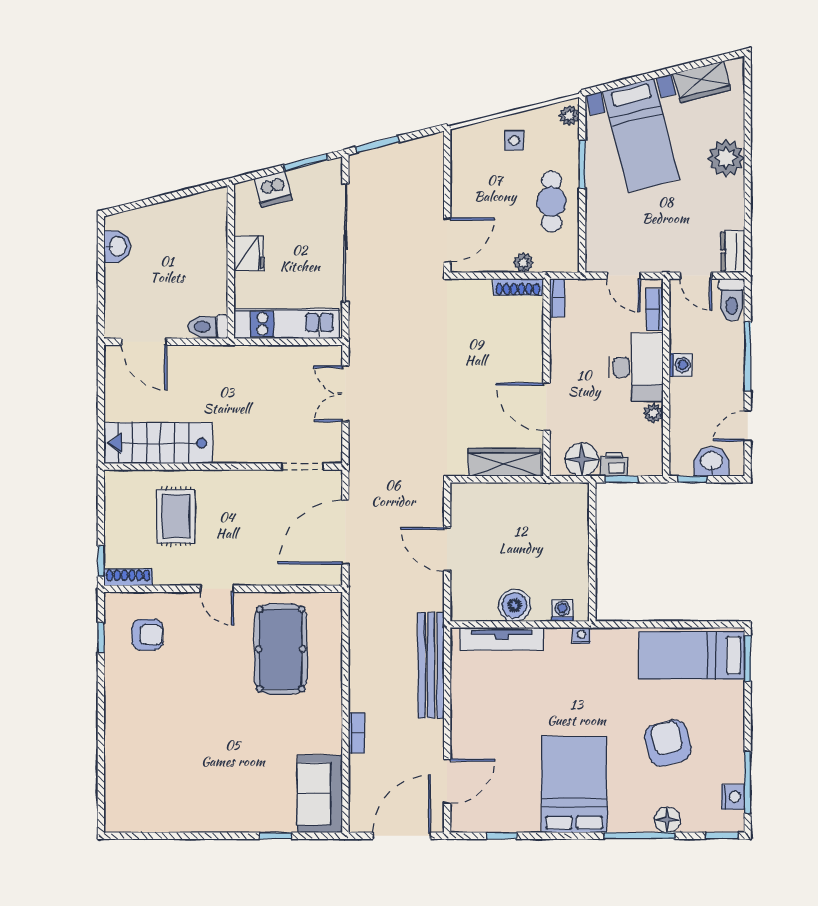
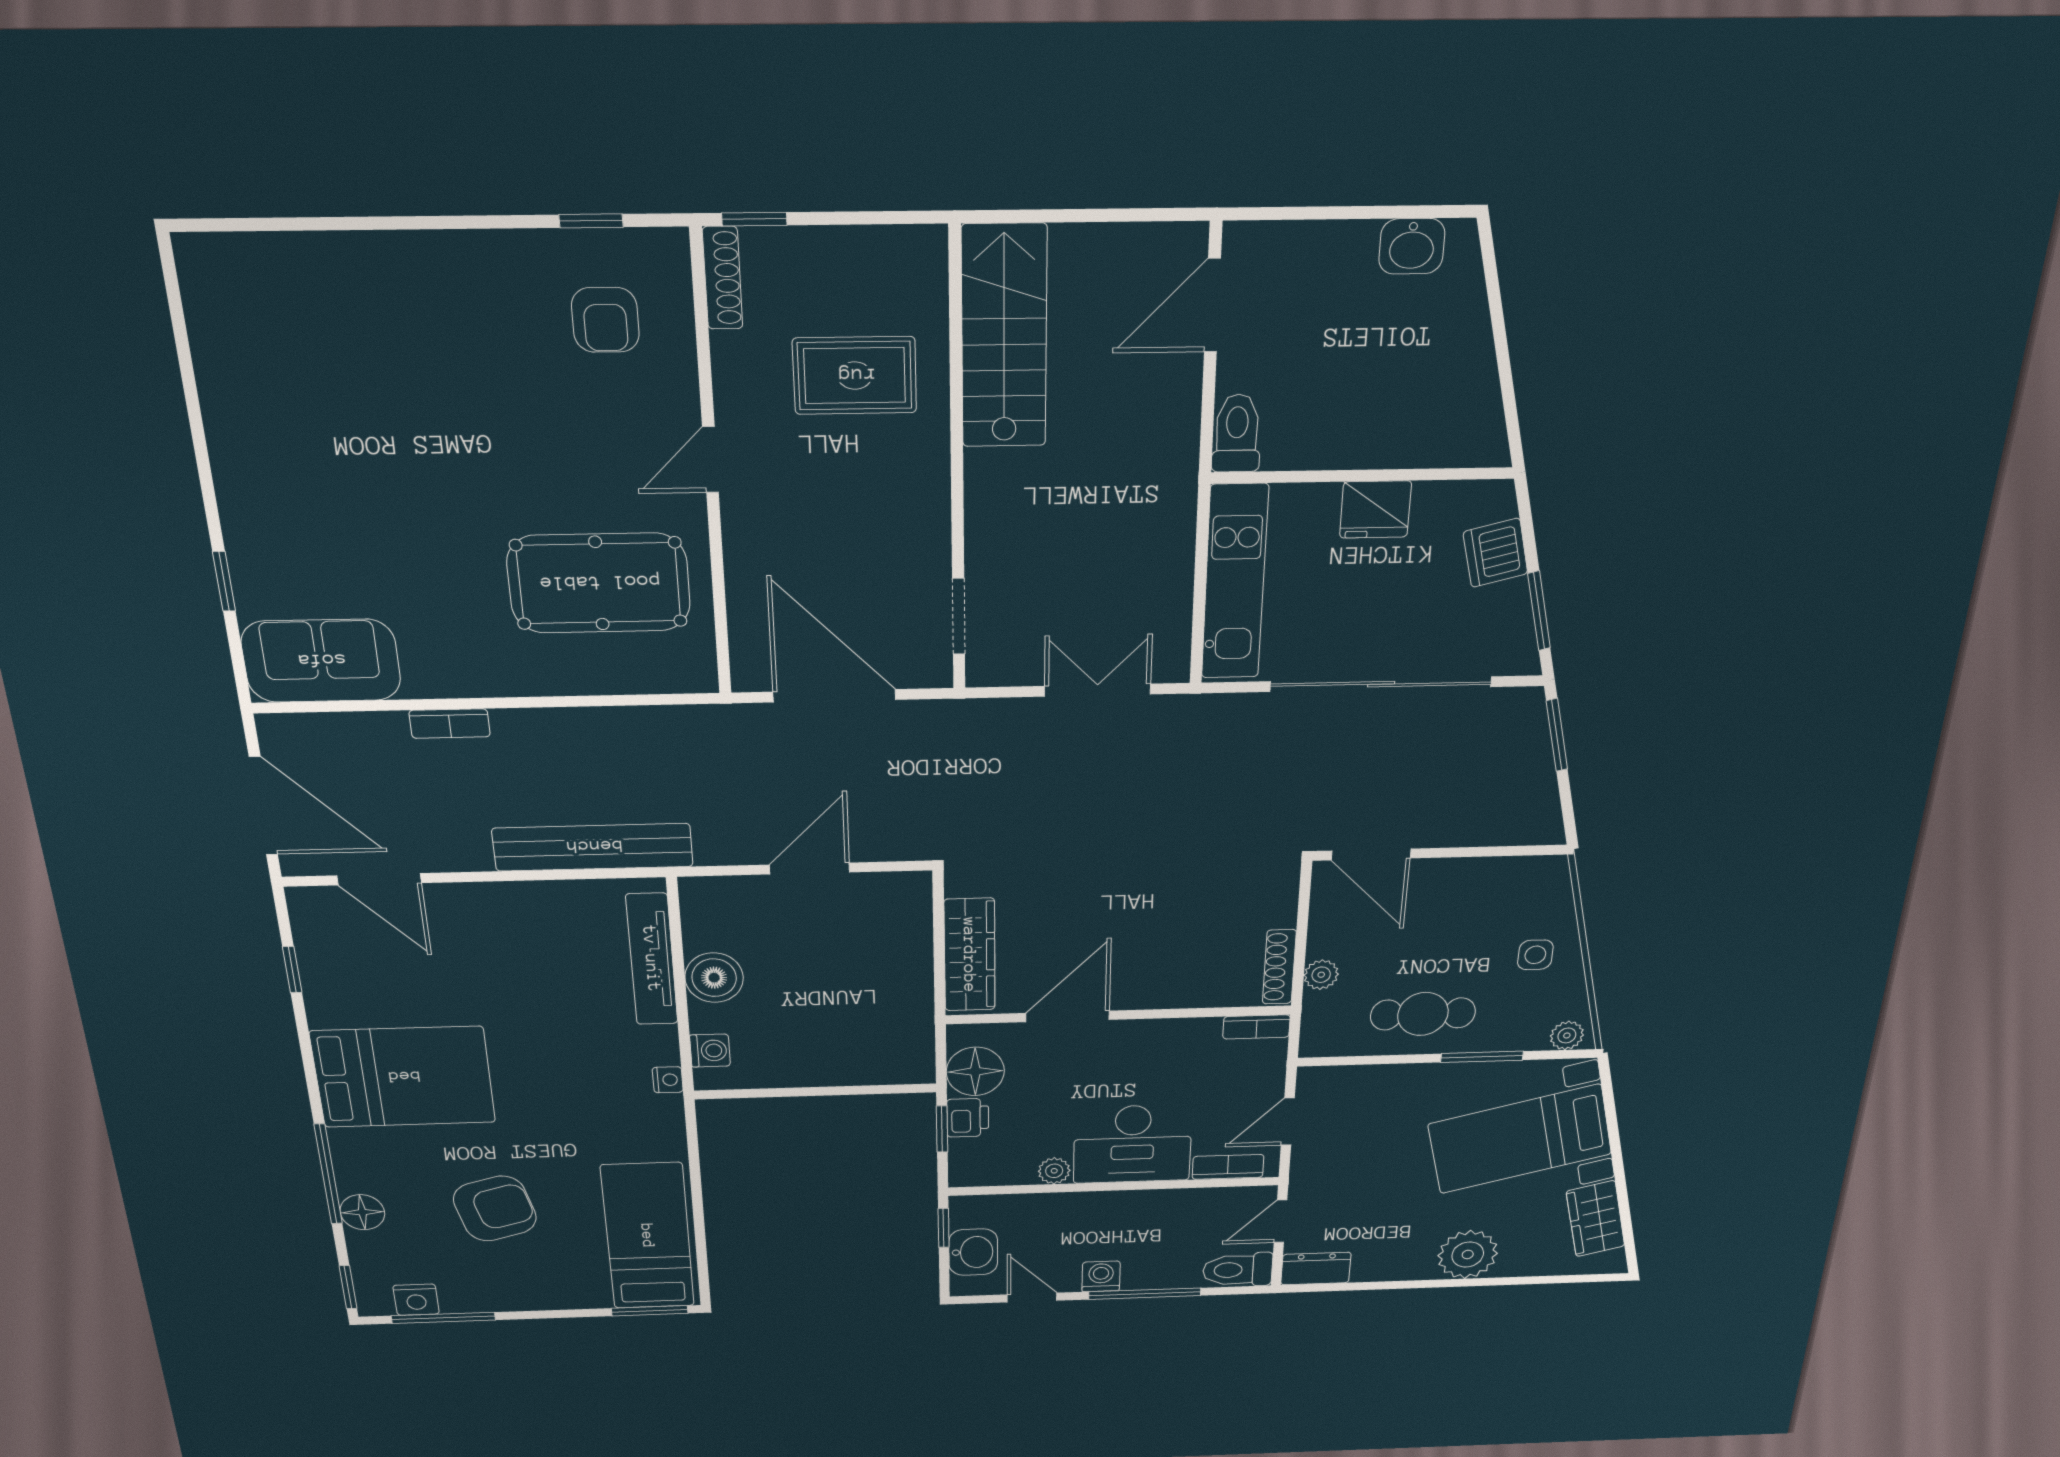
washing machine: (681, 365) -> (1101, 1276), moved, turned 180

